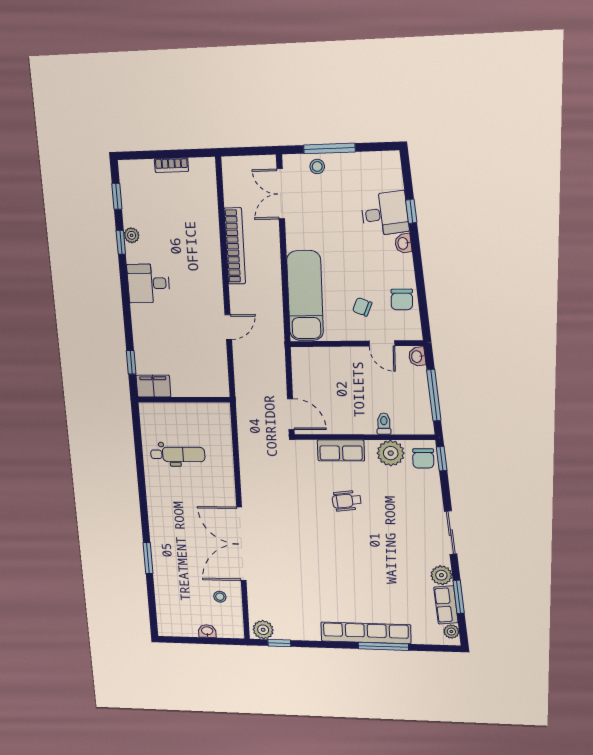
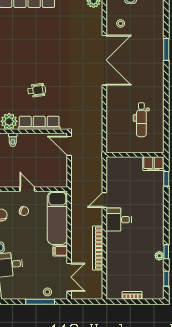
filing cabinet: (298, 240) -> (60, 251), added
desk: (149, 283) -> (119, 220), moved, turned 180
door: (382, 343) -> (27, 189), moved
row of seats: (341, 450) -> (39, 123), width x1.48
dental chair: (178, 454) -> (141, 120), turned -90

